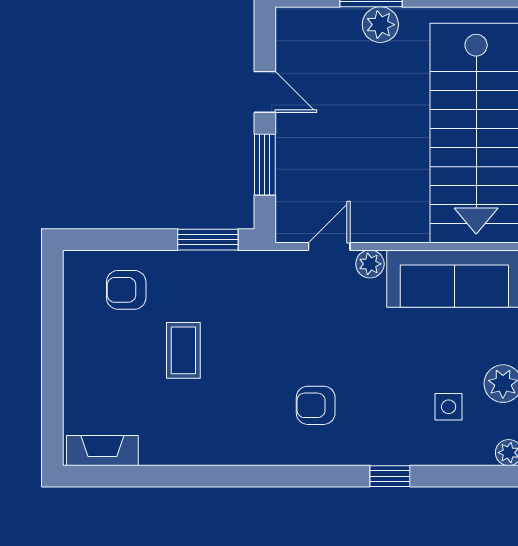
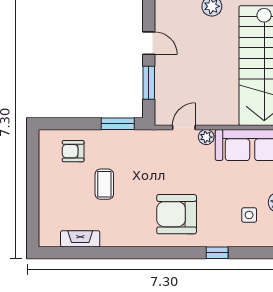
armchair: (316, 405) -> (177, 214), width x1.88, depth x1.88
fireplace: (102, 451) -> (80, 239), moved

